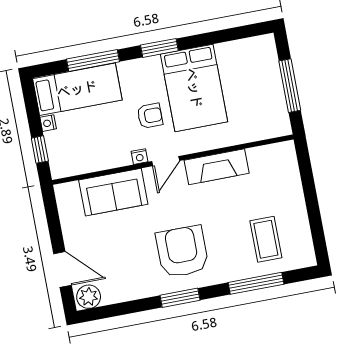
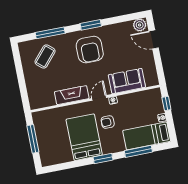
coffee table: (266, 239) -> (45, 57), turned 41

